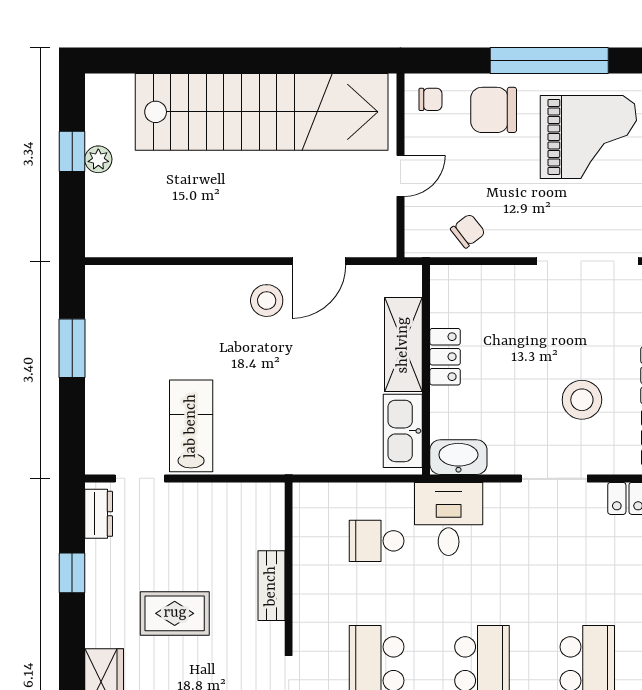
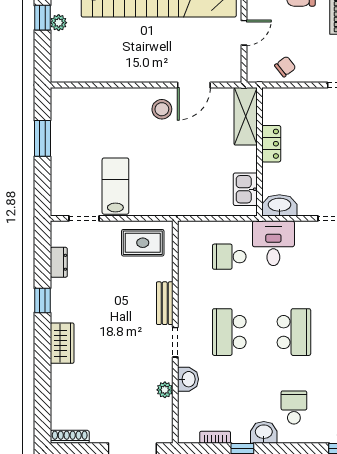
shelving: (403, 345) -> (246, 116), moved
kitchen sink: (403, 431) -> (245, 189), width x0.73
dresser: (99, 514) -> (59, 262), moved
window: (72, 573) -> (42, 300), moved
bench: (271, 586) -> (165, 303), moved
rug: (175, 613) -> (143, 243), moved

